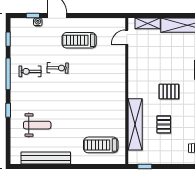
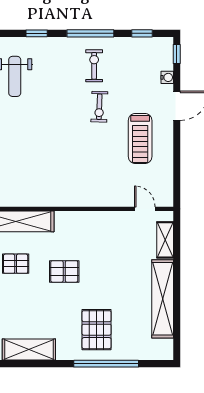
window: (33, 15) -> (177, 54), moved
treadmill: (79, 40) -> (140, 138), turned 180
pallet: (169, 92) -> (64, 271), turned 90

